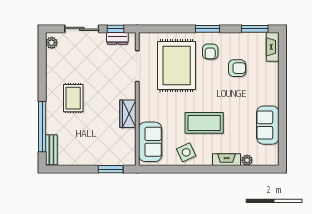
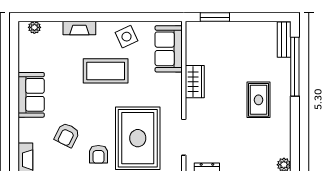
armchair: (210, 52) -> (98, 154), turned 180
armchair: (237, 68) -> (67, 135), turned -63
sofa: (268, 125) -> (31, 95), moved
plant: (247, 160) -> (34, 27), moved

